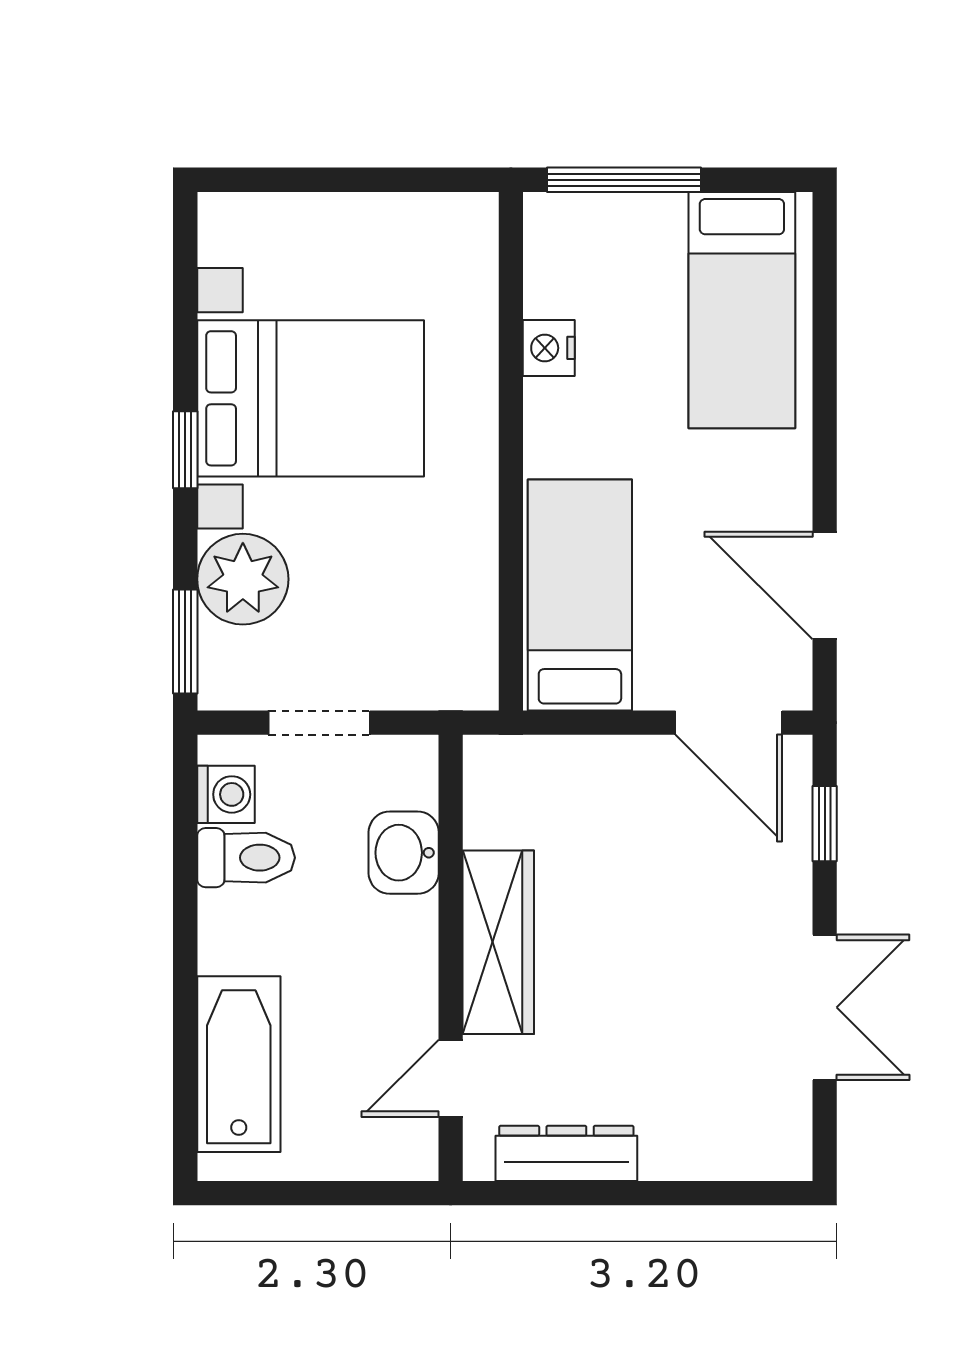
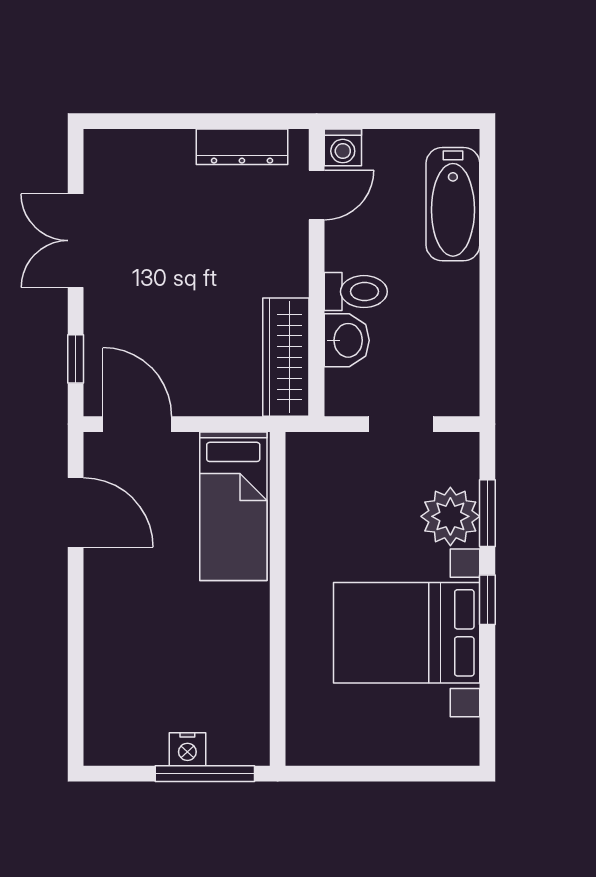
bed: (742, 310) -> (129, 690), removed
nightstand: (549, 348) -> (187, 749), moved, turned 90
window: (185, 641) -> (487, 513), moved
washing machine: (226, 794) -> (343, 147), moved, turned -90
toilet: (246, 858) -> (356, 292), moved, turned 180
wardrobe: (498, 942) -> (286, 357), moved

